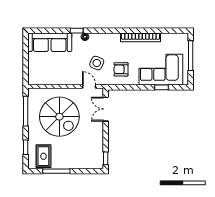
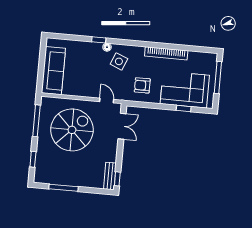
sofa: (50, 42) -> (53, 71), moved, turned -90
side table: (97, 63) -> (119, 61), moved
double door: (106, 109) -> (122, 126), swing flipped
spiral stairs: (59, 117) -> (72, 130), turned -90
rug: (43, 156) -> (51, 171), removed
bench: (99, 156) -> (110, 176), added

